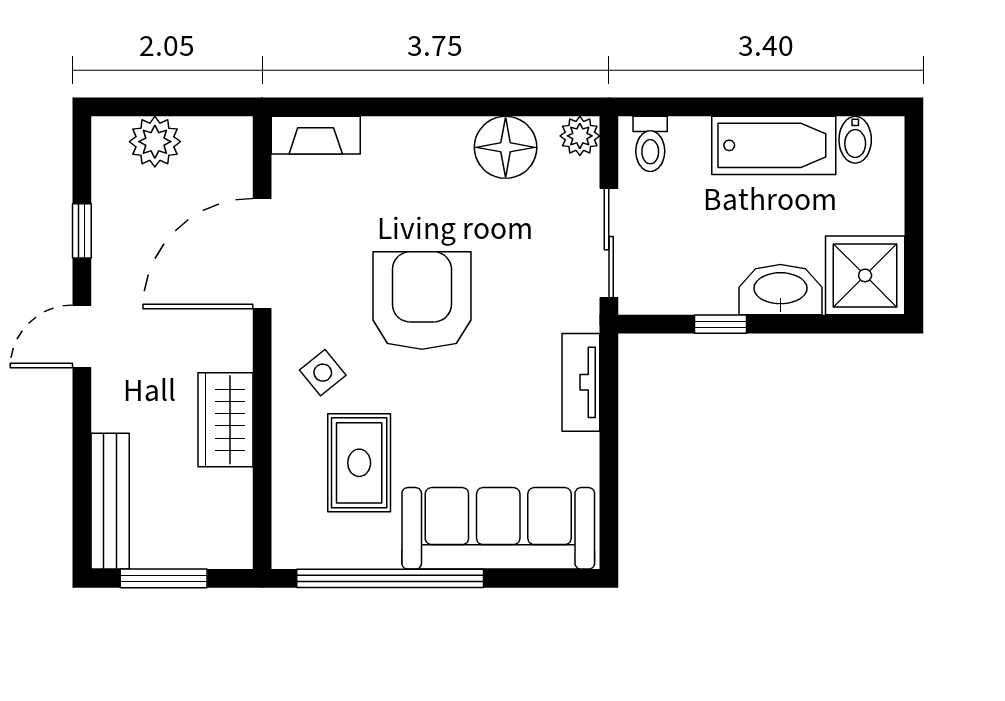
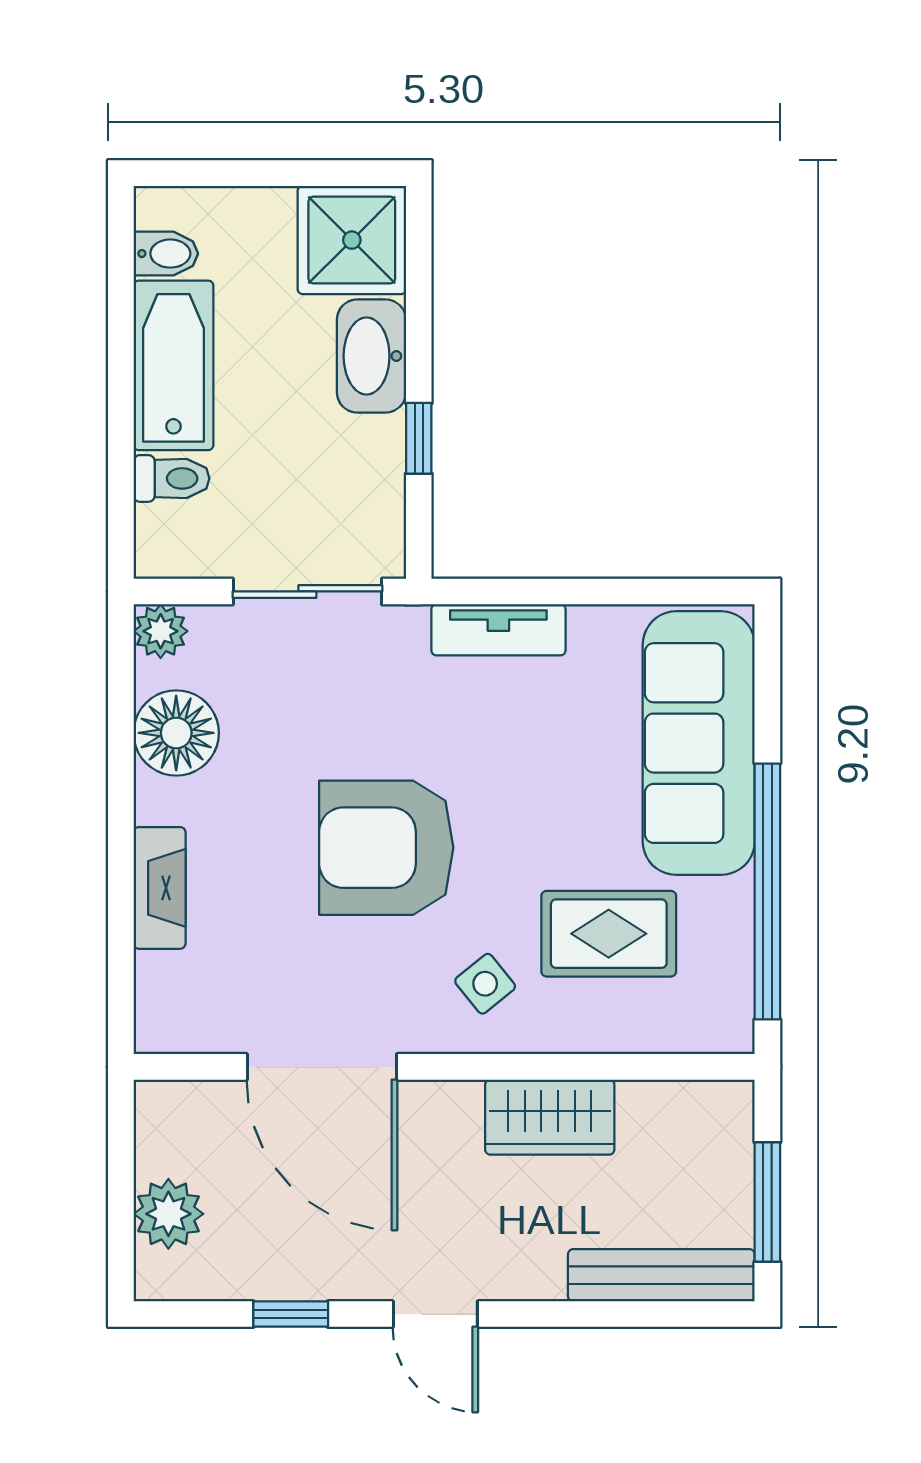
fireplace: (316, 135) -> (160, 888), moved
toilet: (650, 144) -> (171, 478), moved

